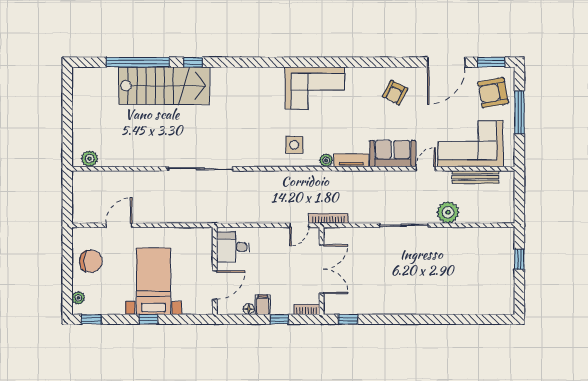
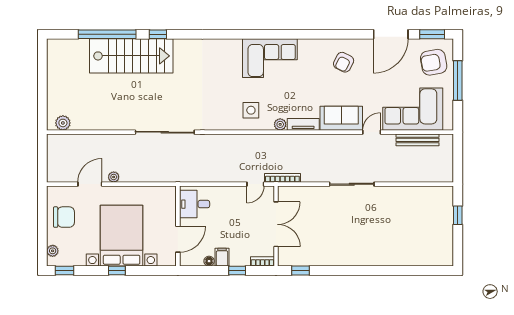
plant: (448, 212) -> (114, 177), moved, width x0.53, depth x0.53
bed with nightstands: (153, 281) -> (122, 236), width x1.36

